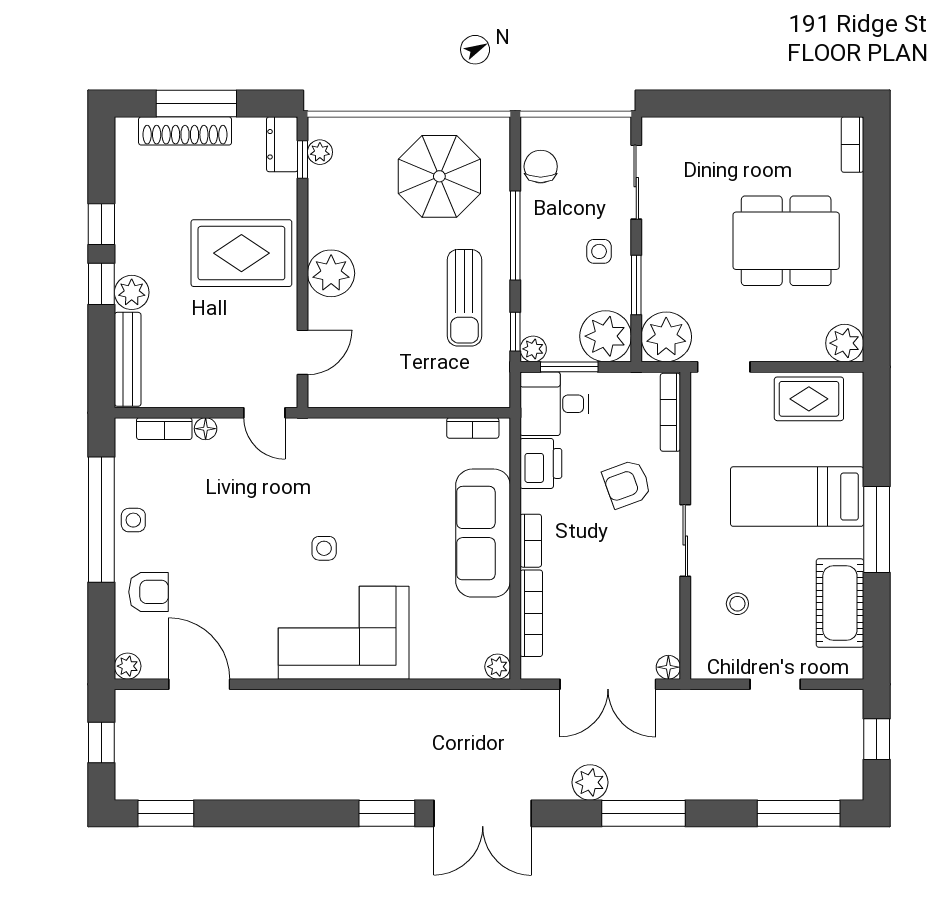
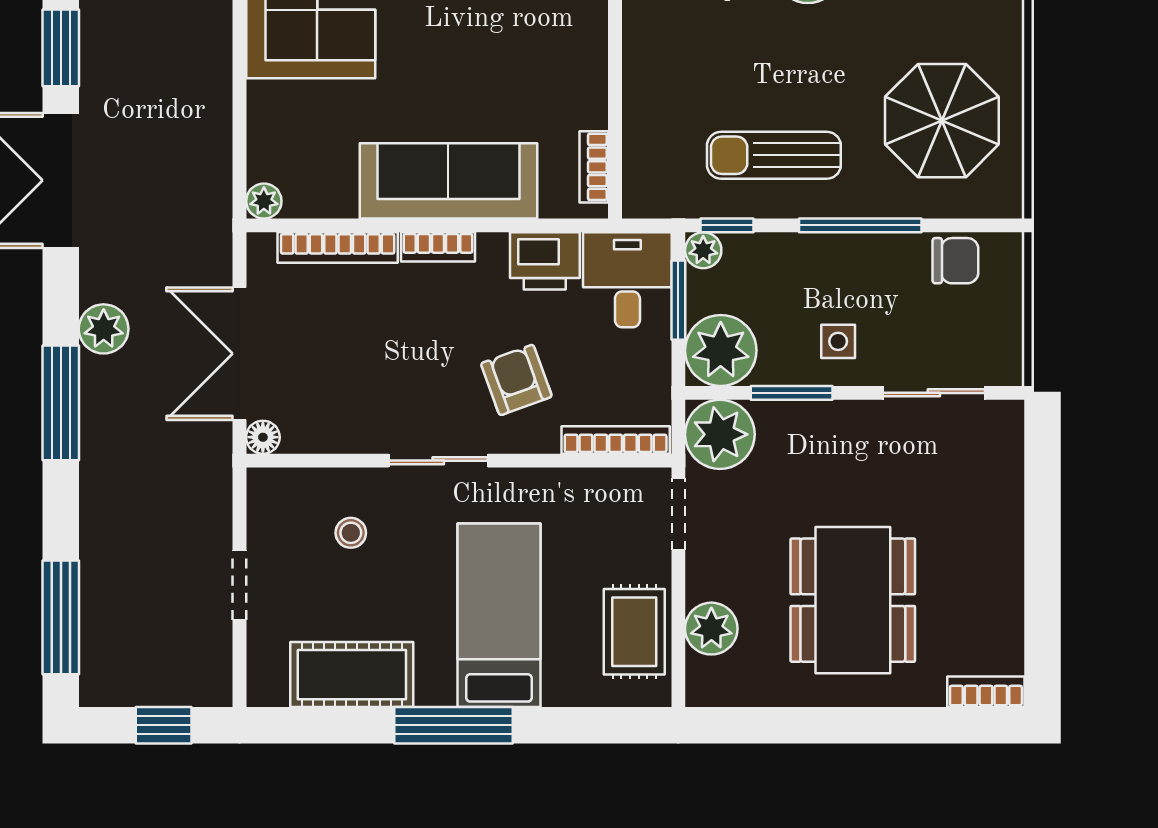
plant: (845, 343) -> (711, 629), moved

